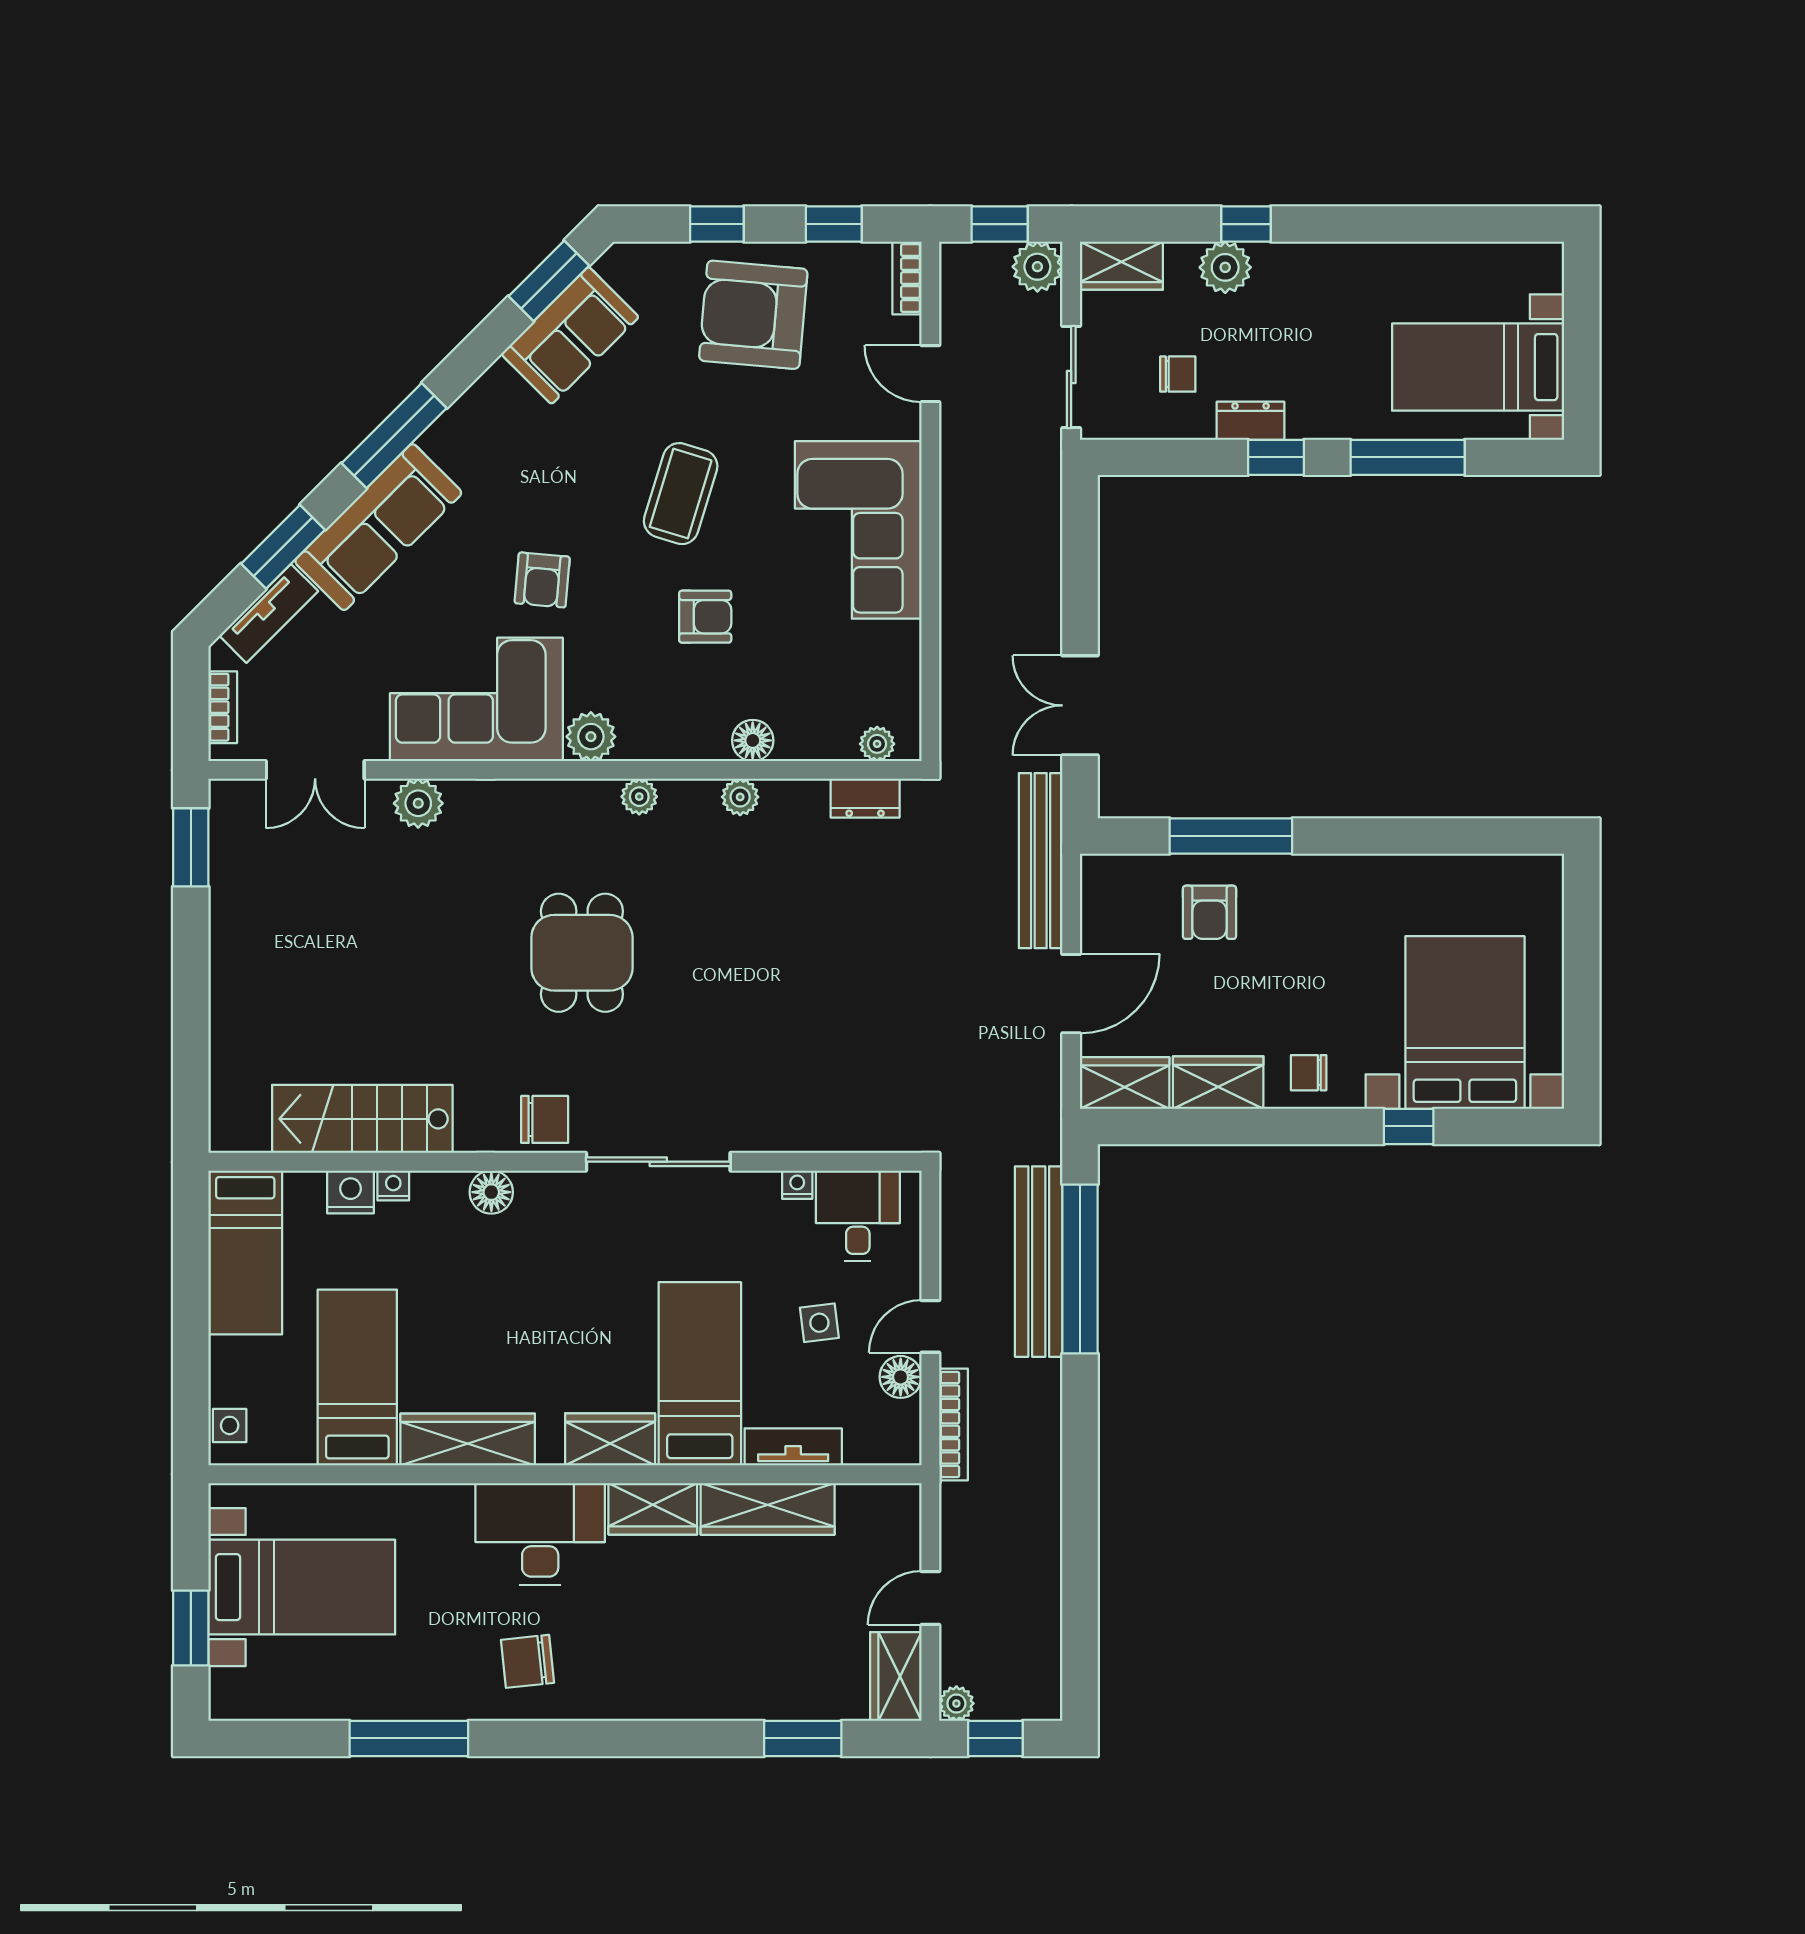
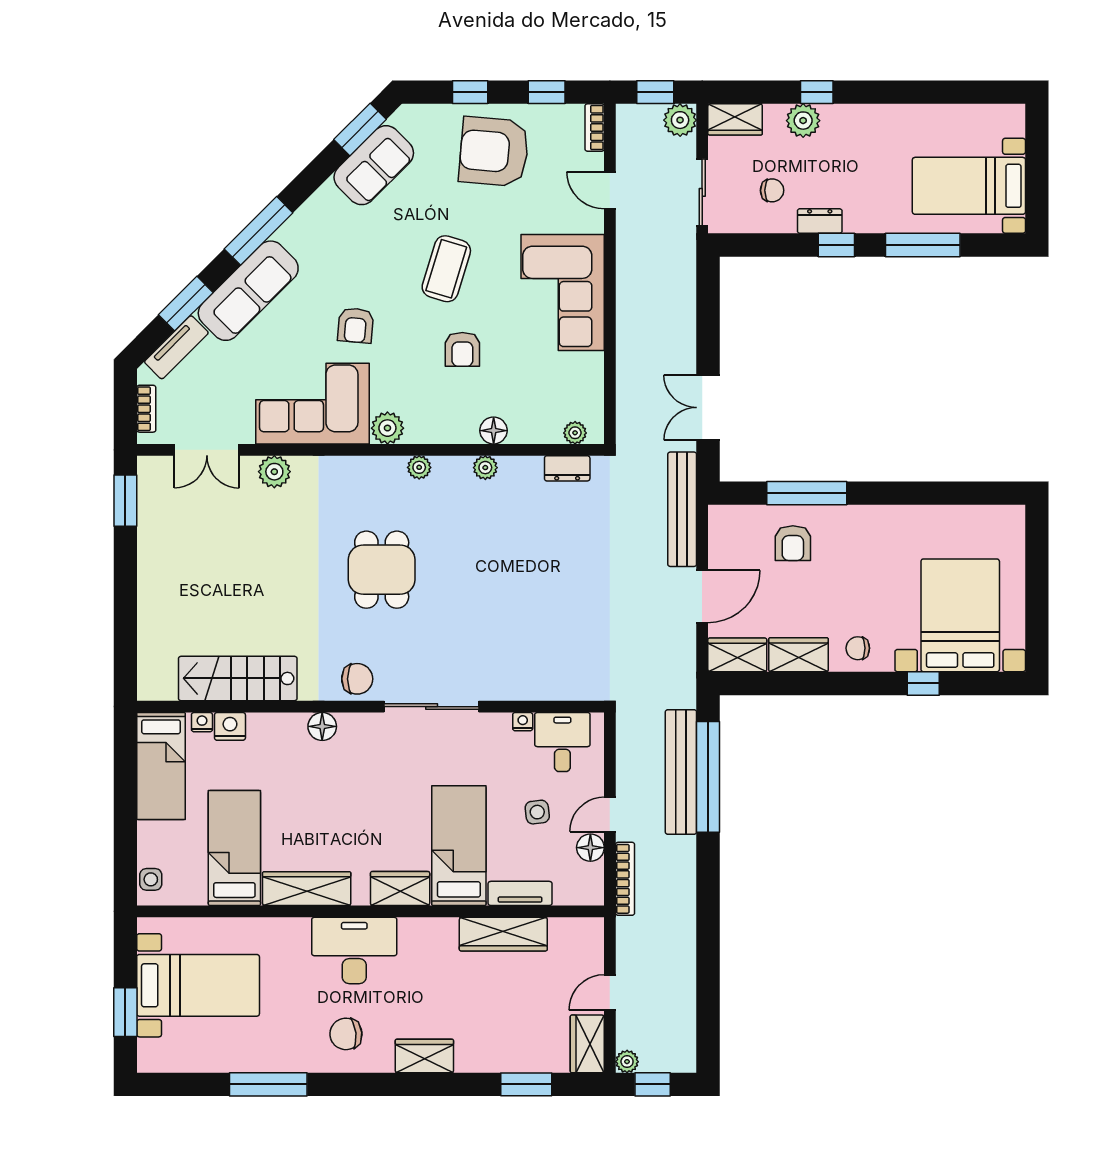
armchair: (705, 617) -> (462, 349), turned 90
nightstand: (393, 1185) -> (202, 722), moved
wardrobe: (653, 1509) -> (424, 1056), moved, turned 180

